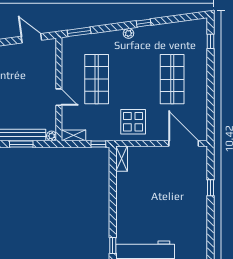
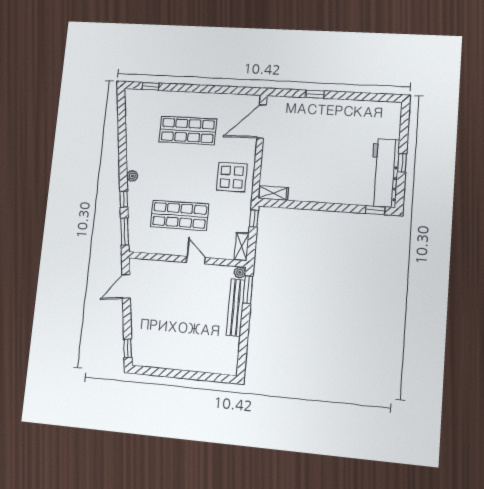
window: (144, 23) -> (124, 199), moved
door: (59, 97) -> (196, 260), hinge flipped
window: (21, 144) -> (248, 290), moved

